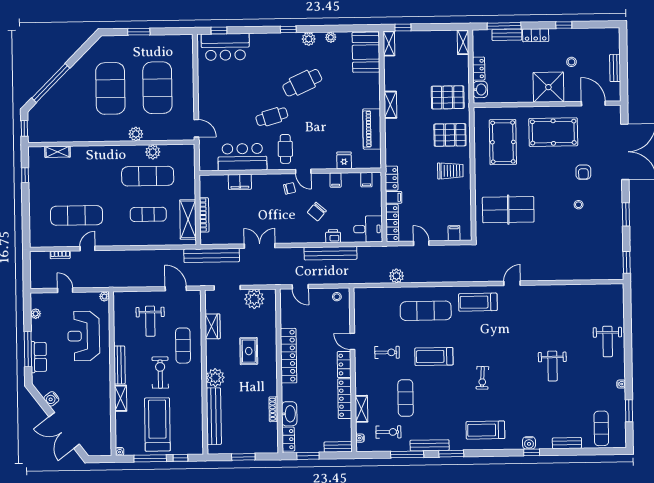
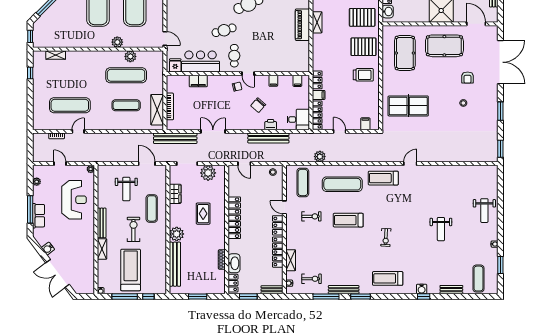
piano: (372, 129) -> (302, 25), moved
fridge: (344, 160) -> (175, 65), moved
reception desk: (84, 336) -> (74, 200), turned 180
exercise mat: (406, 398) -> (303, 182), moved

